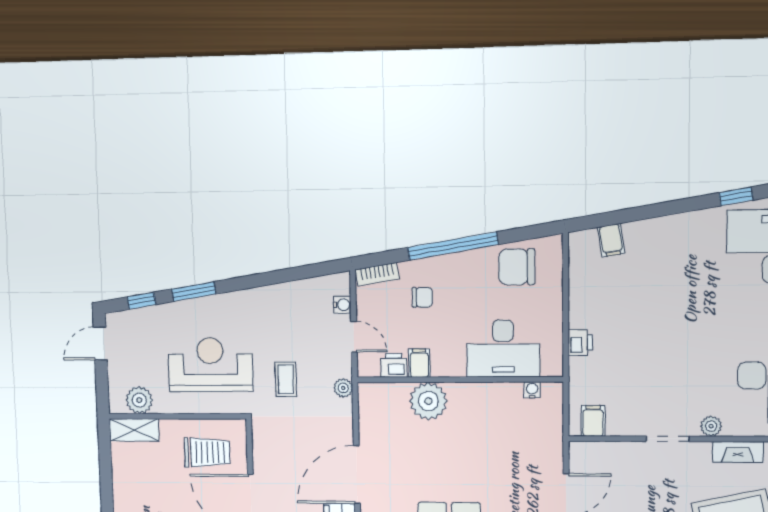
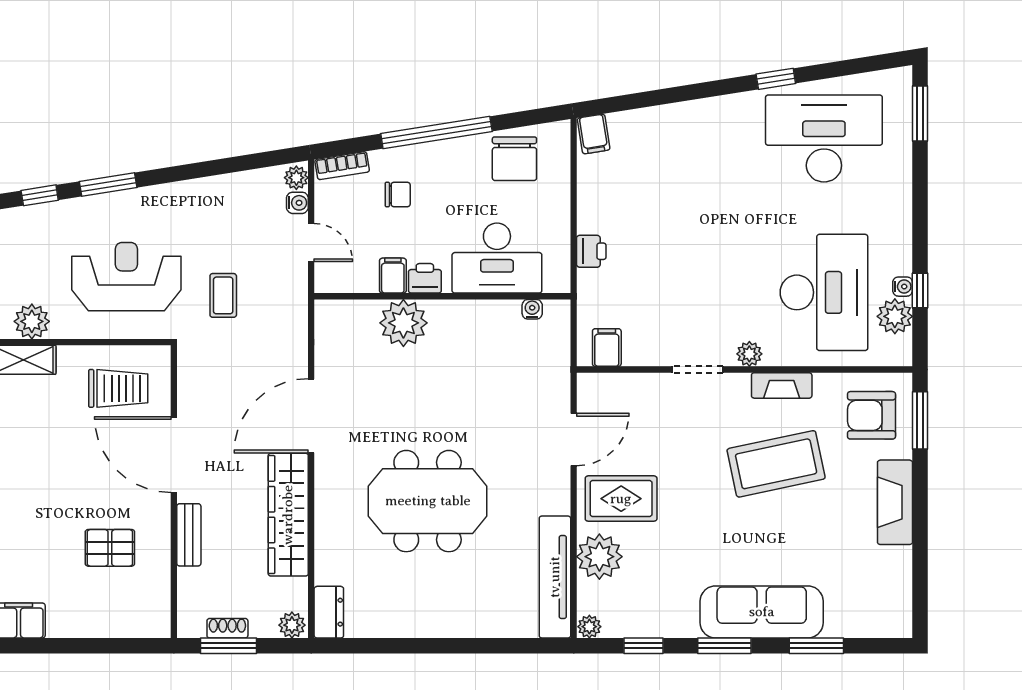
filing cabinet: (611, 240) -> (594, 134), moved
chair: (517, 267) -> (514, 159), turned -90
printer: (394, 365) -> (425, 278), moved
plant: (343, 388) -> (296, 178), moved

